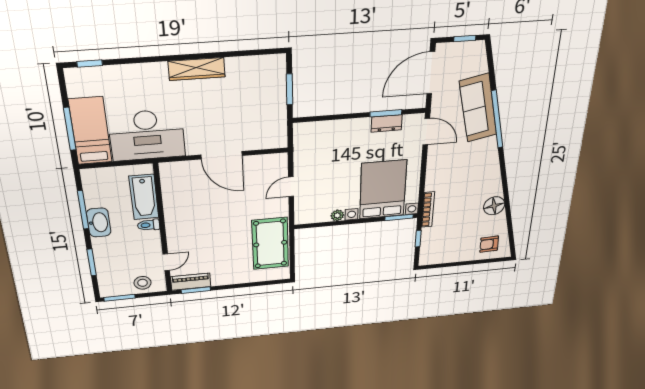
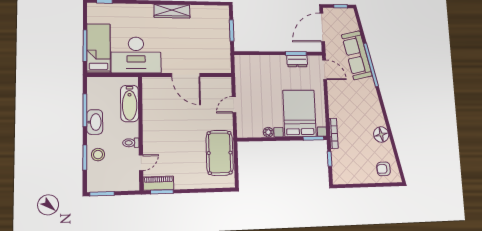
toilet: (149, 225) -> (131, 143), moved
stool: (143, 283) -> (98, 155), moved

